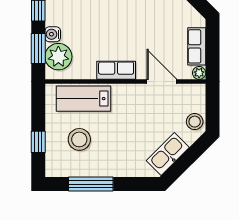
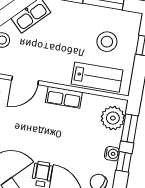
water cooler: (53, 34) -> (112, 154), moved
door: (162, 82) -> (25, 80), hinge flipped

